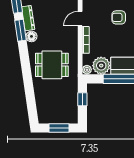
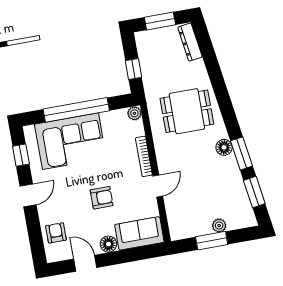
dresser: (28, 18) -> (190, 42), moved
plant: (101, 66) -> (115, 123), removed

